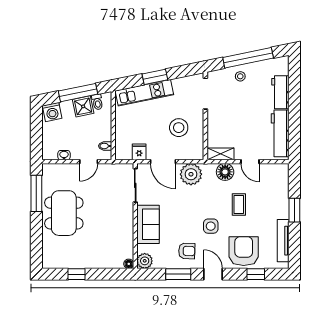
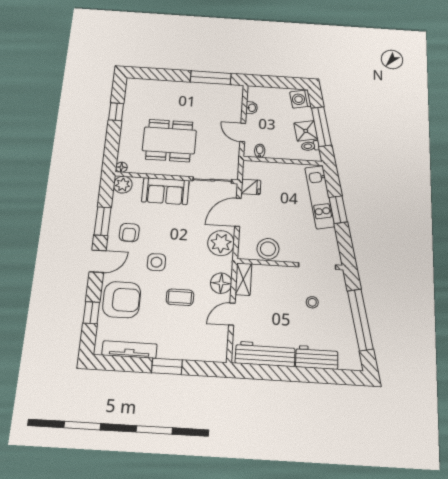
stool: (240, 76) -> (312, 302), moved
stool: (179, 128) -> (268, 249), moved
dining table: (64, 213) -> (169, 140), moved

